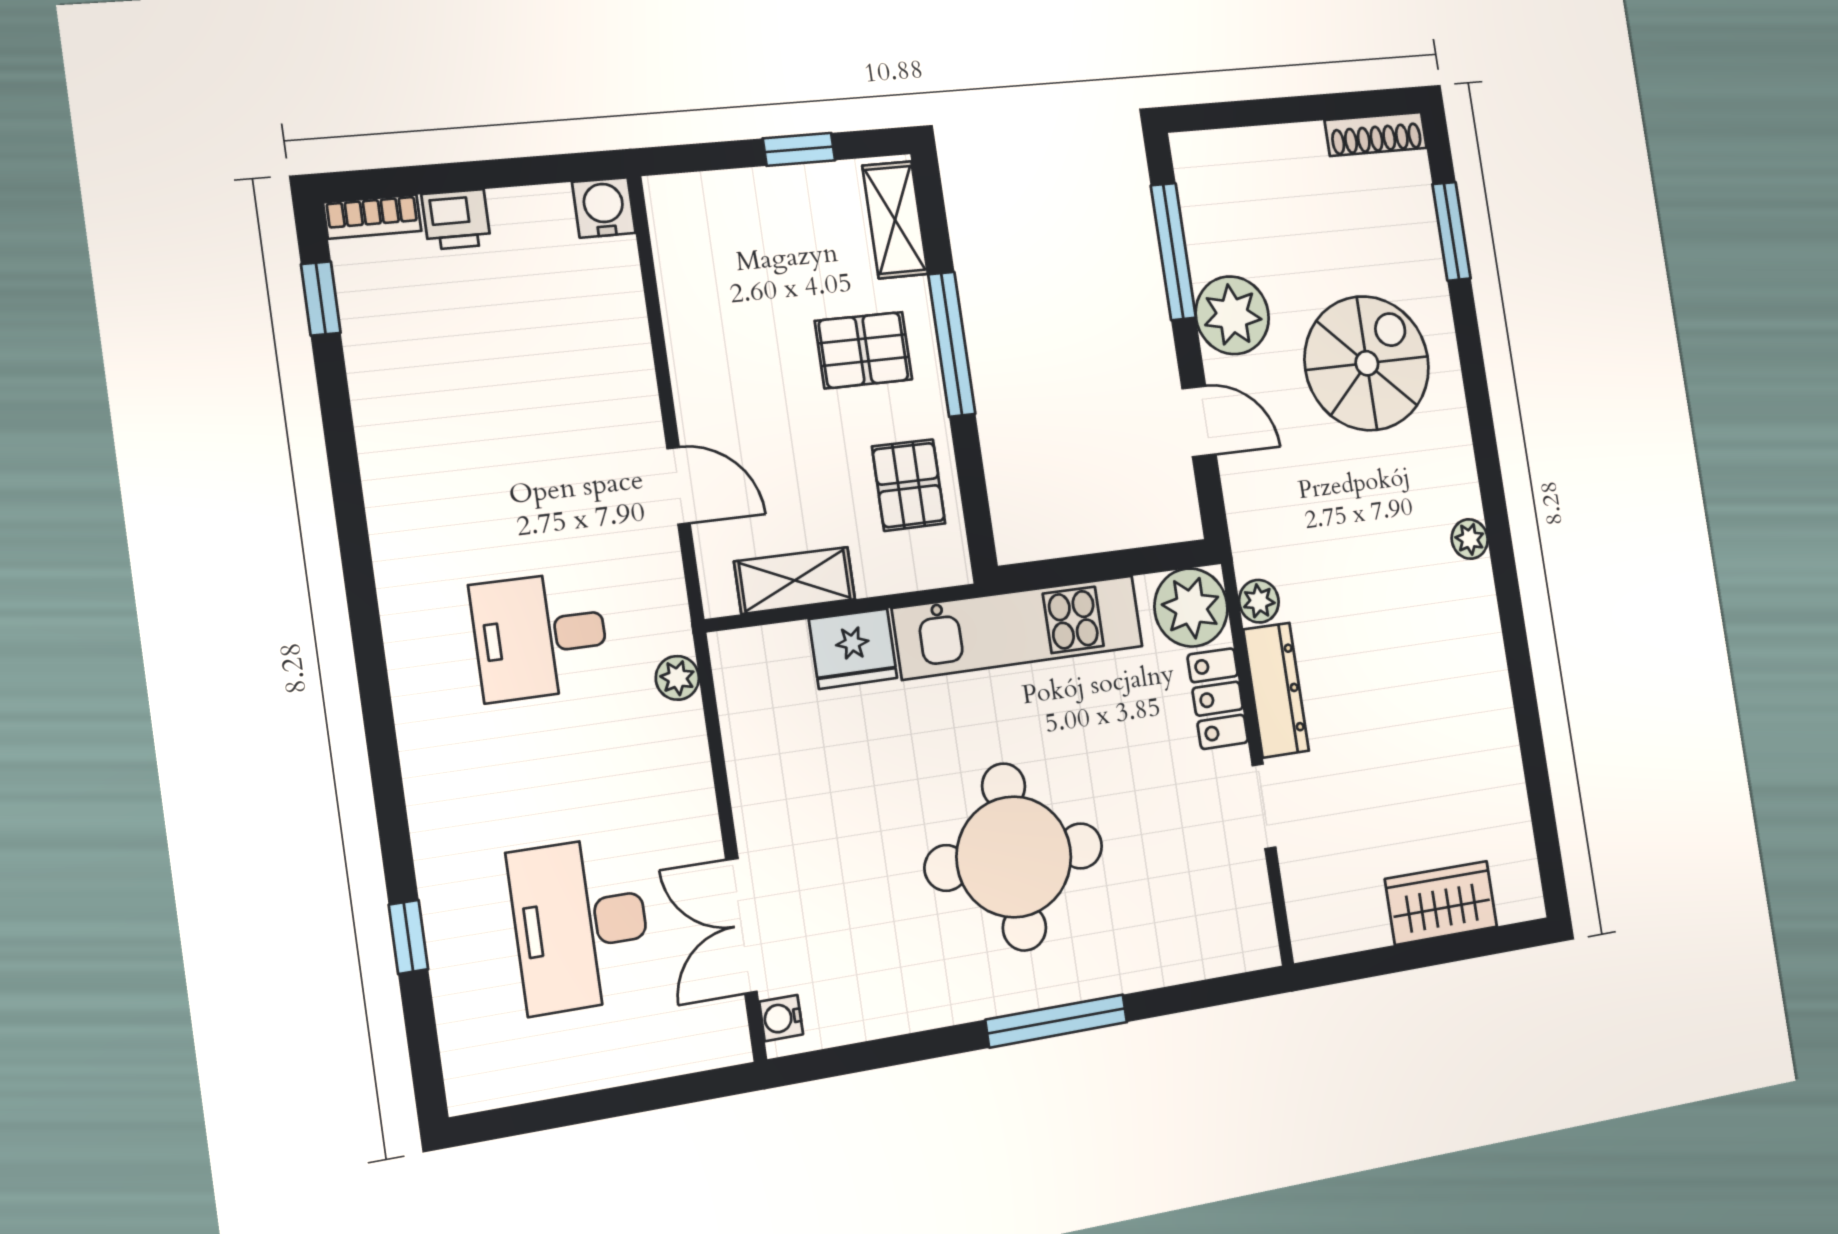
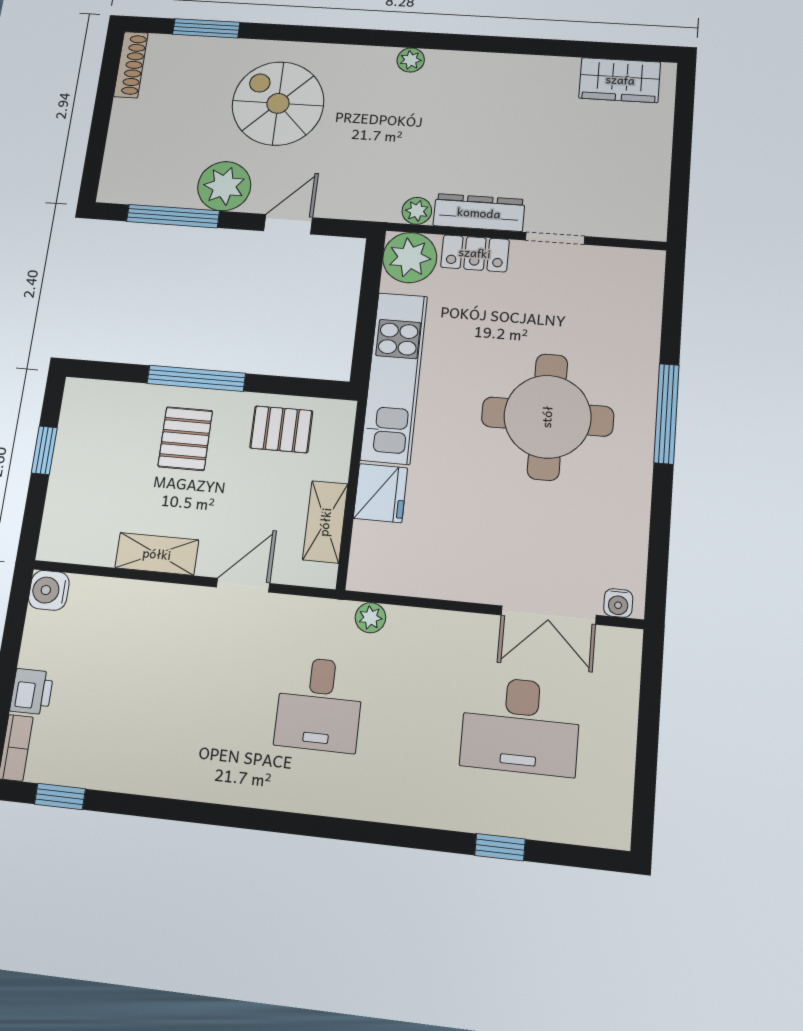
shelving: (895, 220) -> (157, 554), moved
wardrobe: (1441, 903) -> (620, 80), moved, turned -90

